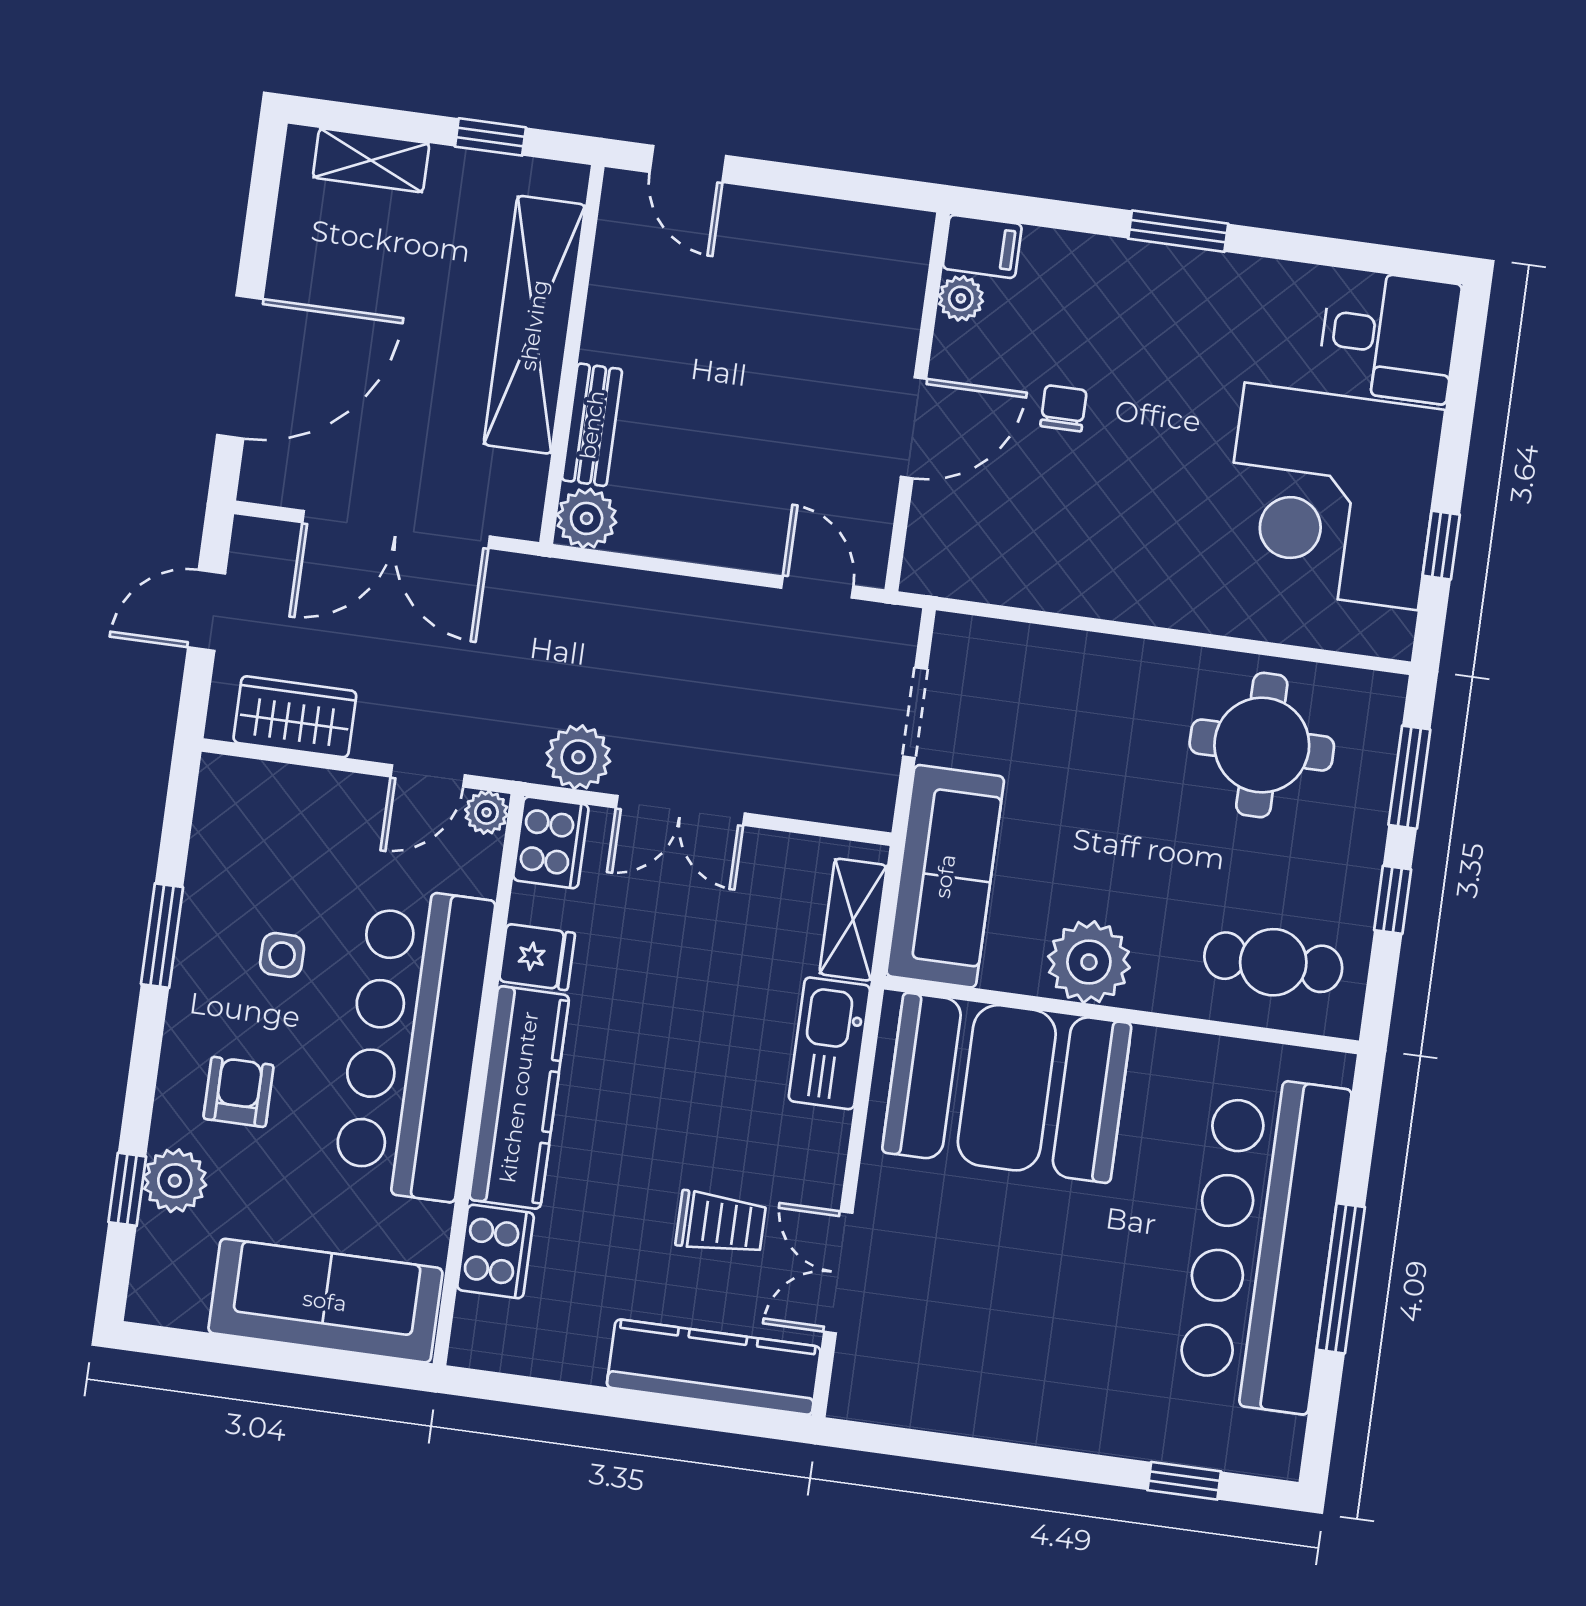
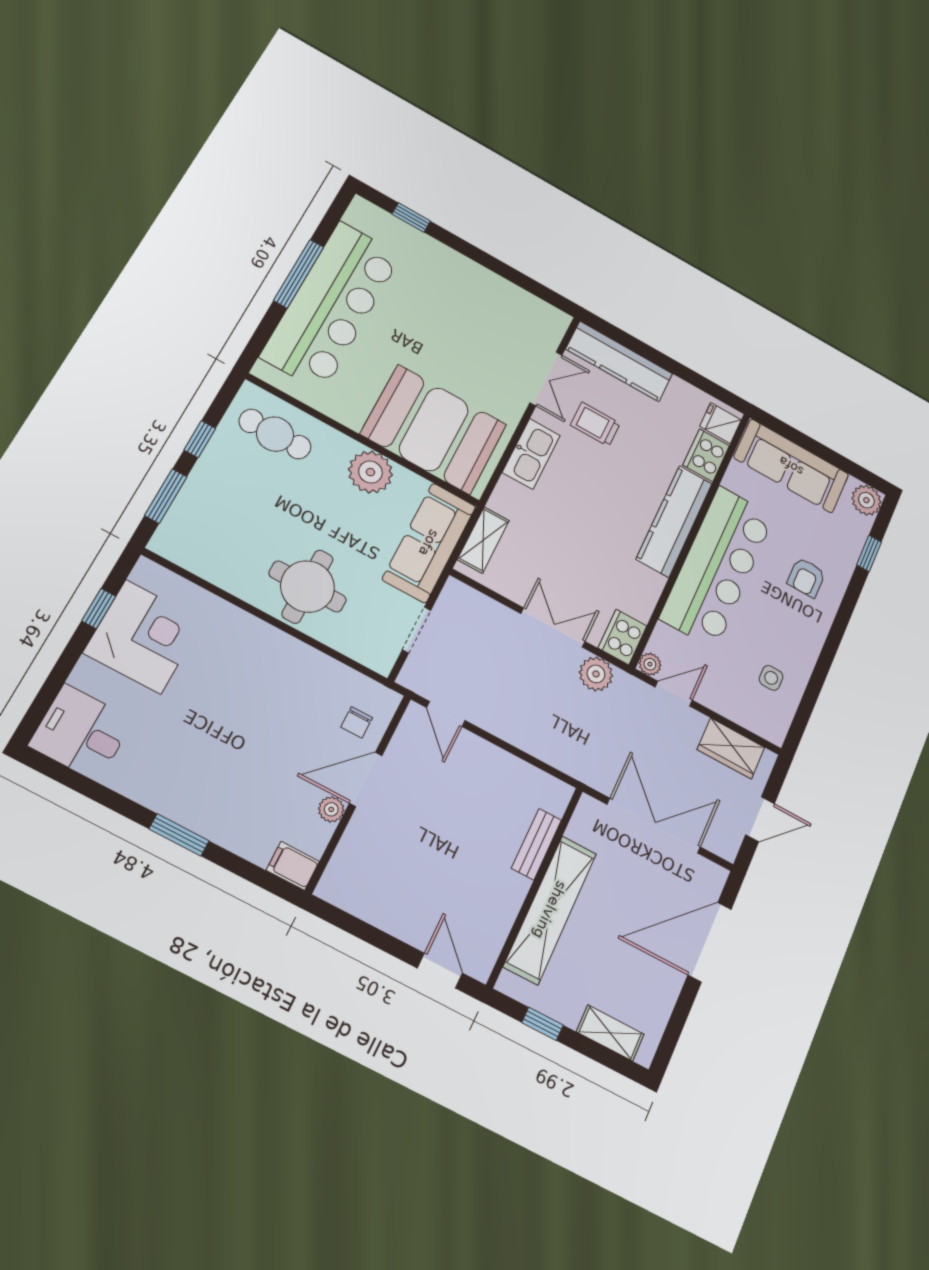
plant: (961, 298) -> (331, 809), moved
chair: (1064, 408) -> (357, 722), moved
corner desk: (1331, 496) -> (143, 637), width x0.74, depth x0.74
plant: (587, 518) -> (555, 795), removed
round table: (1262, 745) -> (308, 587), moved
window: (162, 936) -> (823, 666), removed
side table: (282, 955) -> (771, 678), moved
fridge: (537, 957) -> (721, 423), moved
kitchen sink: (829, 1043) -> (531, 454), moved
plant: (175, 1181) -> (866, 500), moved

